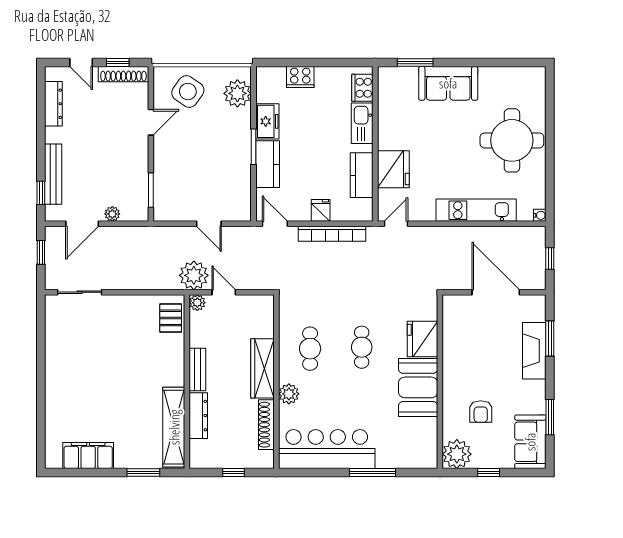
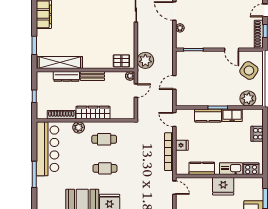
fridge: (393, 169) -> (223, 186), moved
door: (275, 224) -> (174, 119), swing flipped
plant: (194, 275) -> (145, 60), moved

